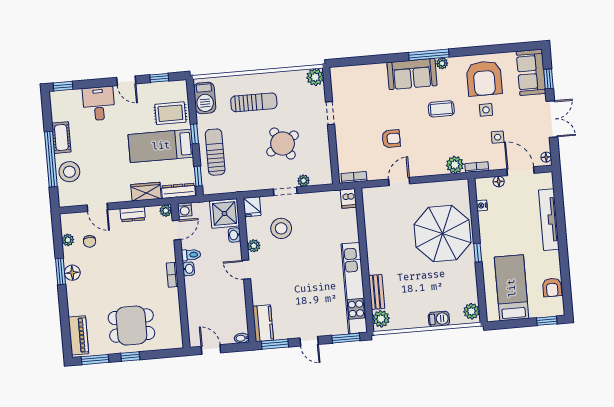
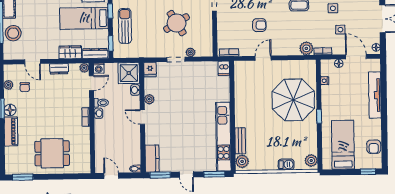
stool: (281, 228) -> (171, 87), removed
piano: (78, 335) -> (11, 131), moved
window: (130, 356) -> (50, 177), removed

